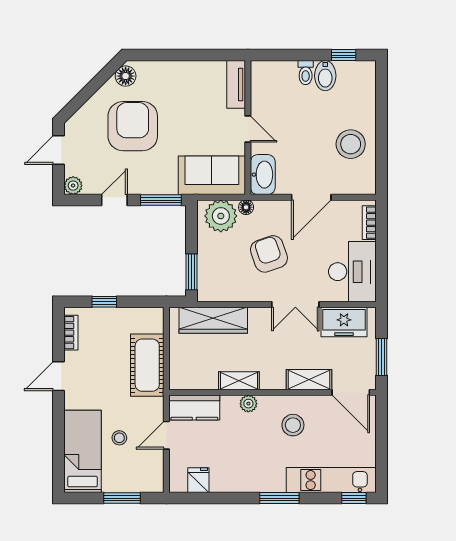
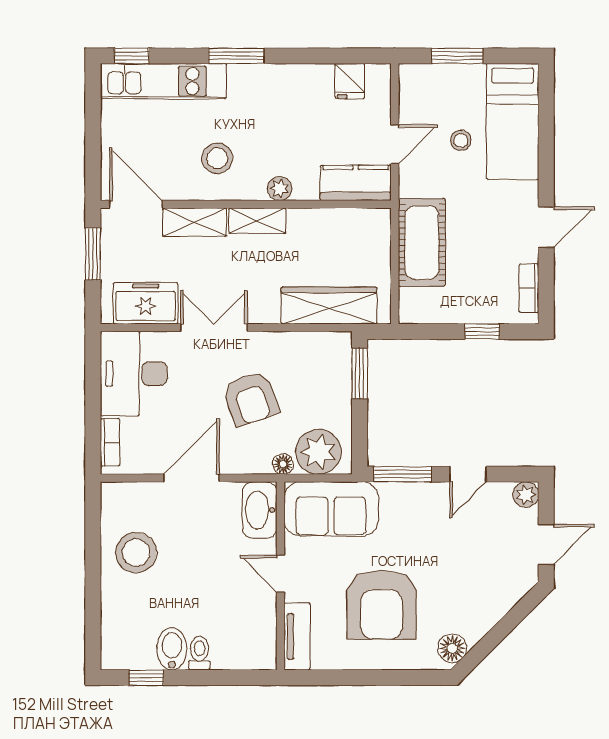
armchair: (133, 126) -> (381, 605), moved
shelving: (239, 381) -> (257, 221), moved

